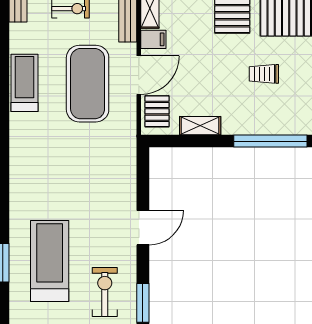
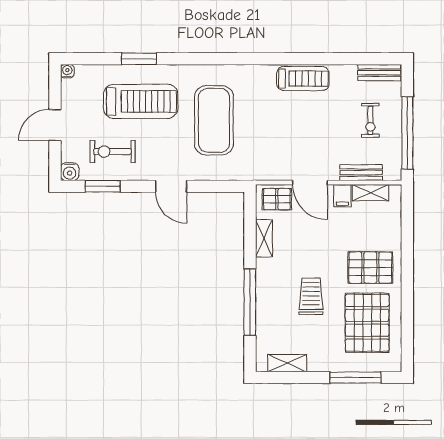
trolley: (264, 74) -> (311, 296), width x1.36, depth x1.39
exercise mat: (88, 84) -> (214, 120), moved, turned 90
exercise bike: (105, 292) -> (113, 152), turned 180

